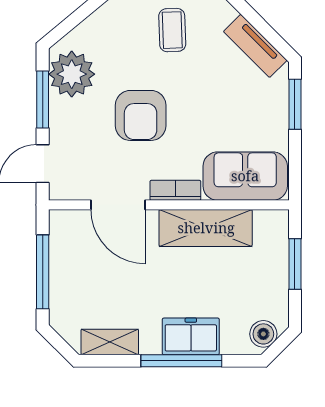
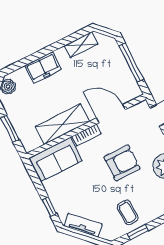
window: (295, 104) -> (49, 207), width x0.67
armchair: (141, 115) -> (122, 163), turned 90
window: (181, 361) -> (41, 53), removed

